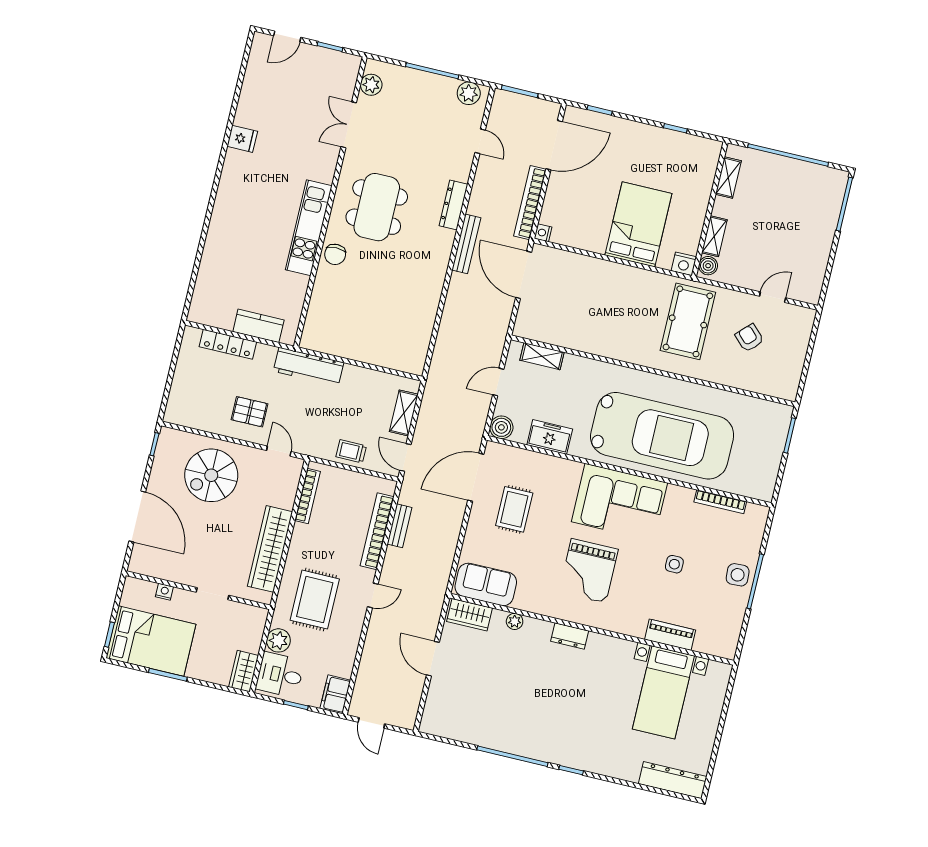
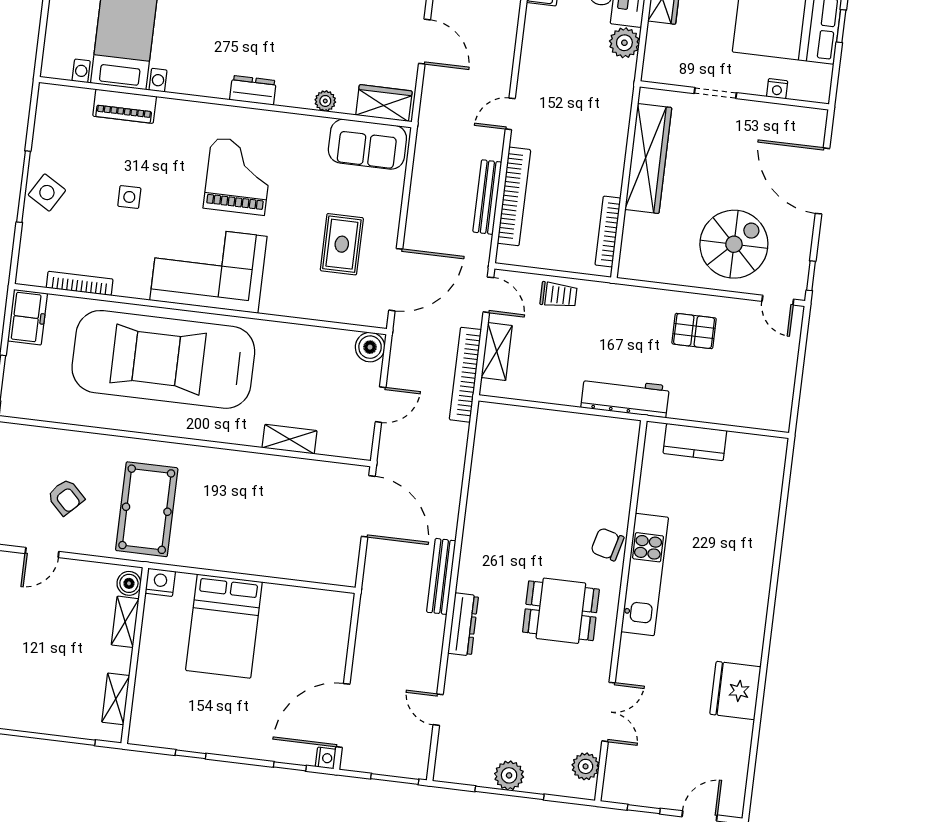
plant: (469, 93) -> (509, 775), moved
fridge: (242, 139) -> (735, 690), width x1.88, depth x1.34
bookcase: (530, 203) -> (465, 375), moved, turned 180
dining table: (377, 207) -> (561, 611), width x0.73
nightstand: (543, 233) -> (326, 758), moved
chair: (335, 254) -> (607, 544), turned -75
door: (524, 275) -> (368, 506), moved
locker: (228, 344) -> (731, 414), removed
shelving: (542, 356) -> (290, 439), moved
freezer: (550, 437) -> (27, 317), moved, turned -90
door: (279, 451) -> (778, 300), moved
bench: (399, 526) -> (487, 197), width x1.36
side table: (738, 575) -> (47, 193), turned 34
rug: (315, 600) -> (584, 100), removed

